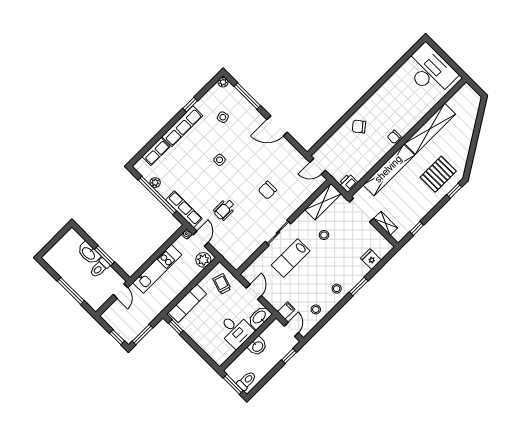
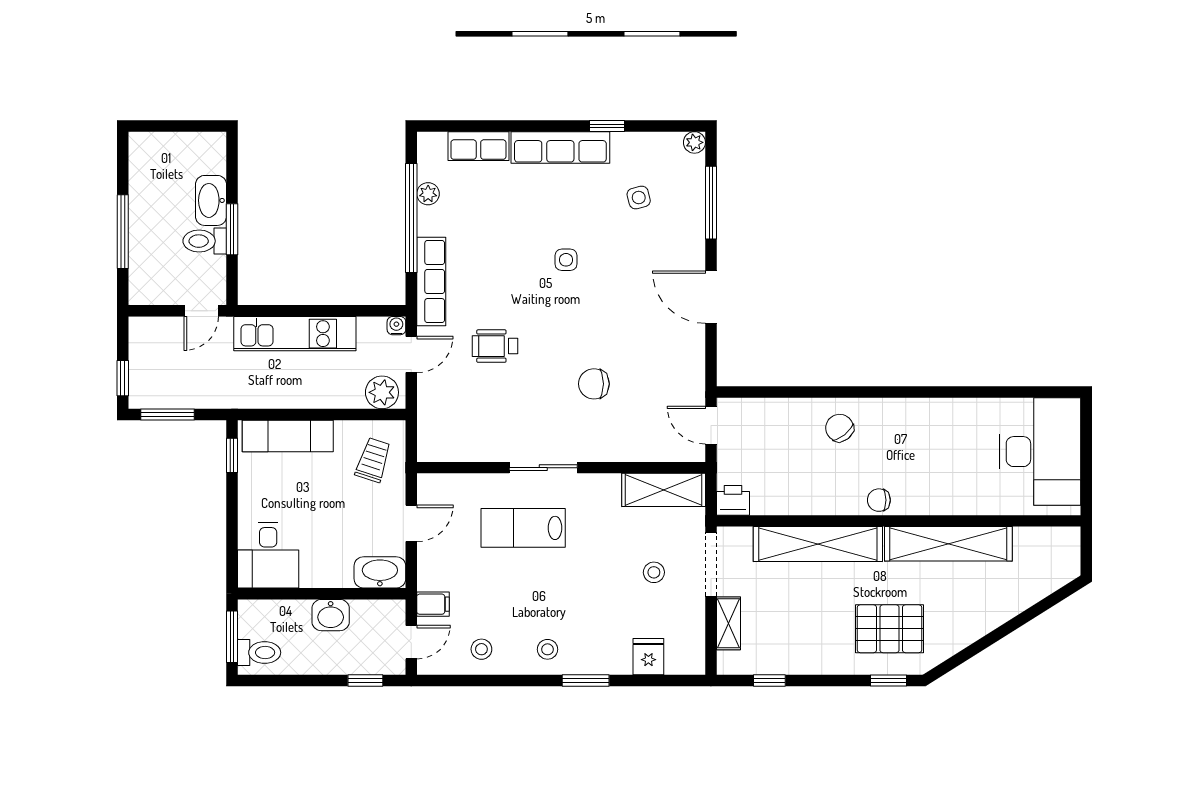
stool: (324, 235) -> (654, 572), moved
desk: (236, 330) -> (268, 555), moved

